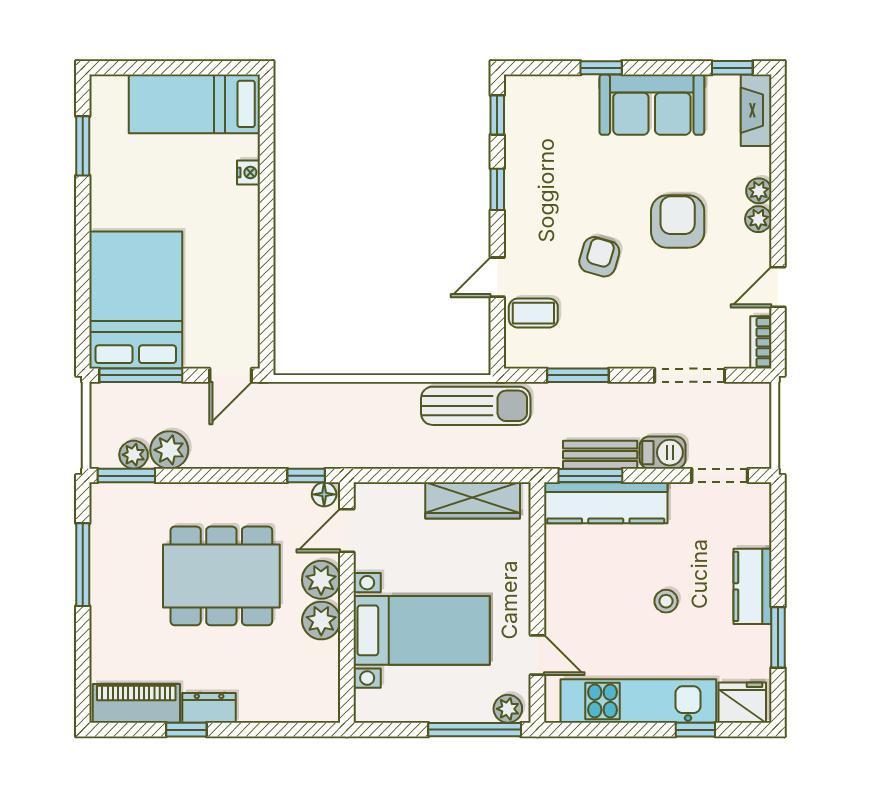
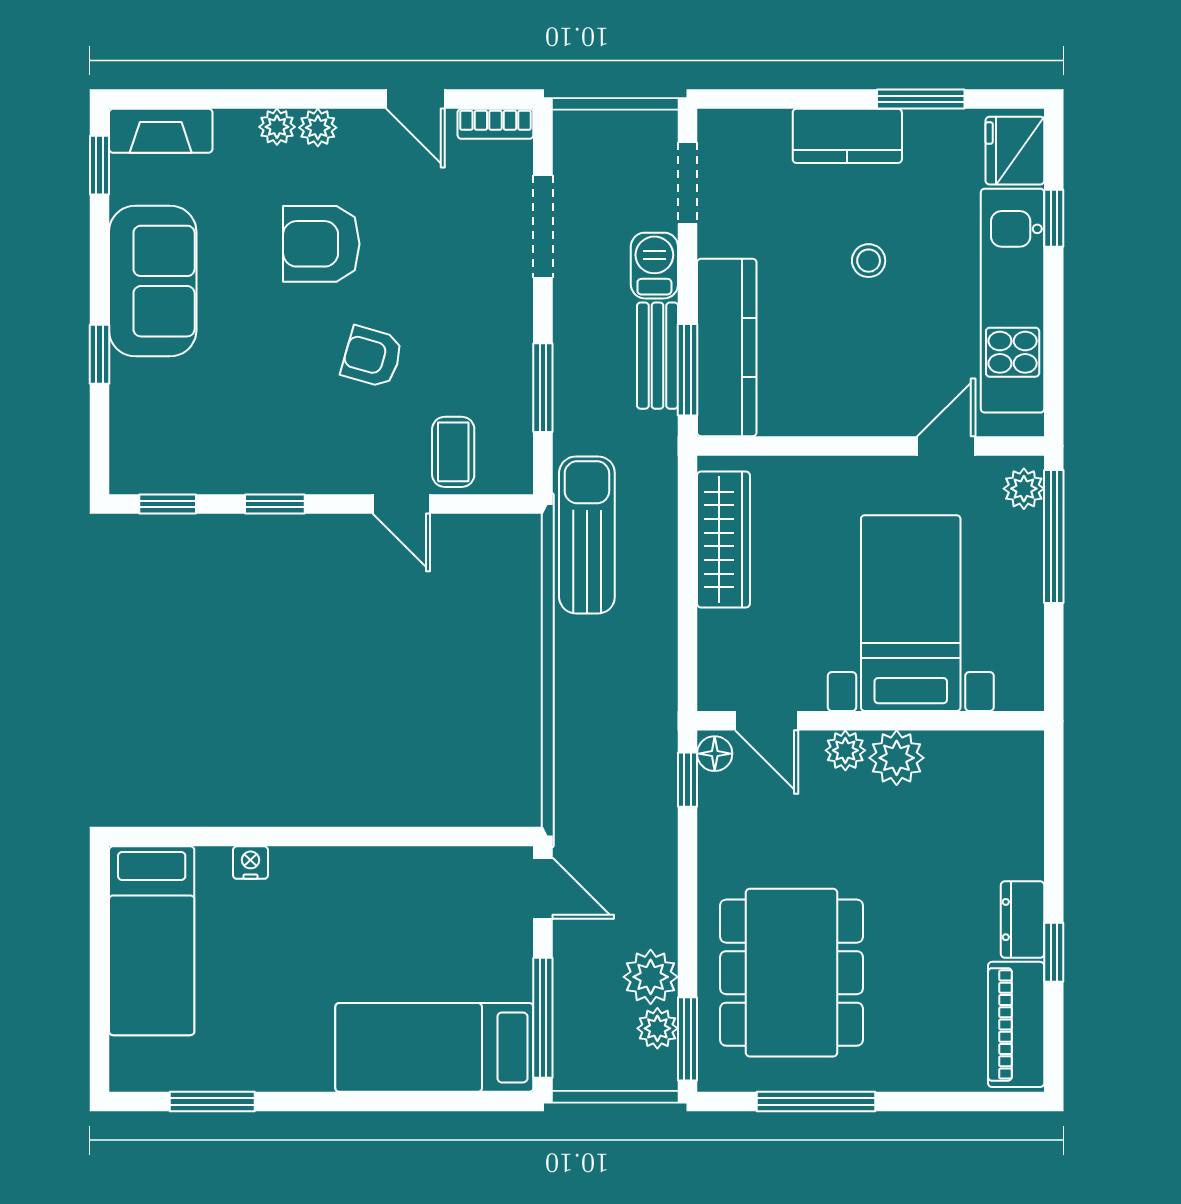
bed: (136, 300) -> (434, 1047), width x0.67
dining table: (221, 576) -> (791, 973), moved
plant: (321, 580) -> (845, 750), width x0.73, depth x0.73

